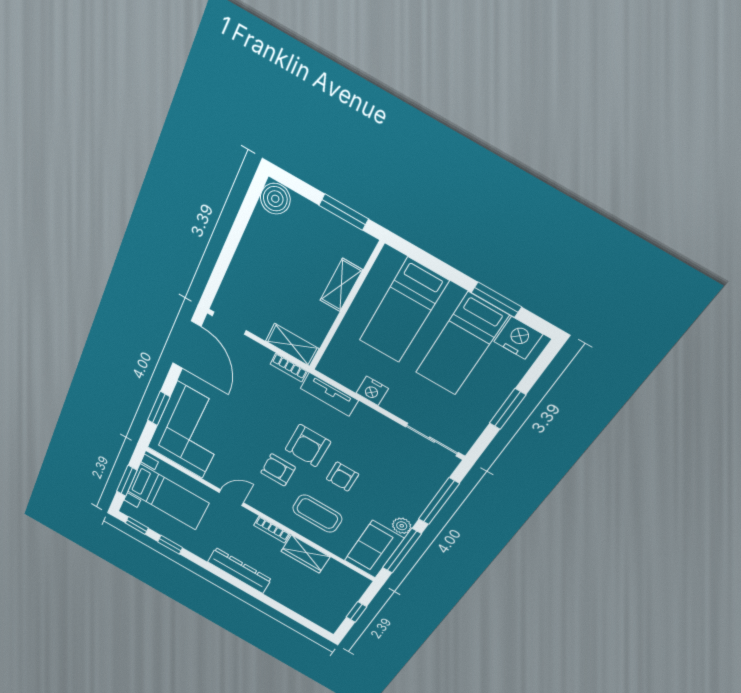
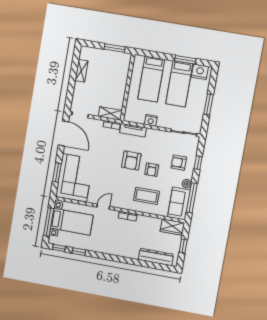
boiler: (275, 199) -> (86, 53), removed
shelving: (341, 285) -> (81, 71), moved
armchair: (278, 470) -> (179, 163), moved
window: (127, 481) -> (49, 222), width x1.44
window: (439, 501) -> (198, 163), width x0.46
wardrobe: (306, 554) -> (172, 227), moved
dresser: (239, 571) -> (156, 257), moved

